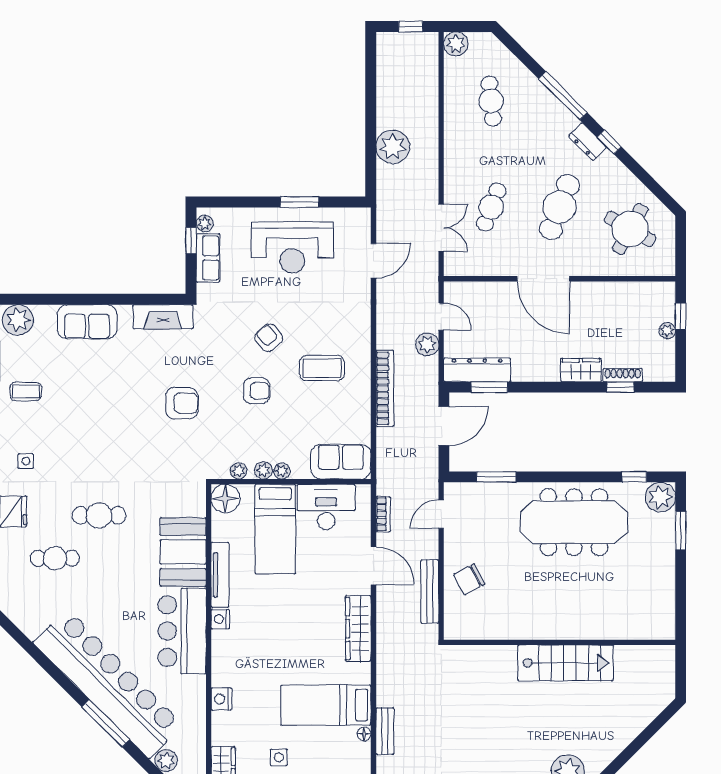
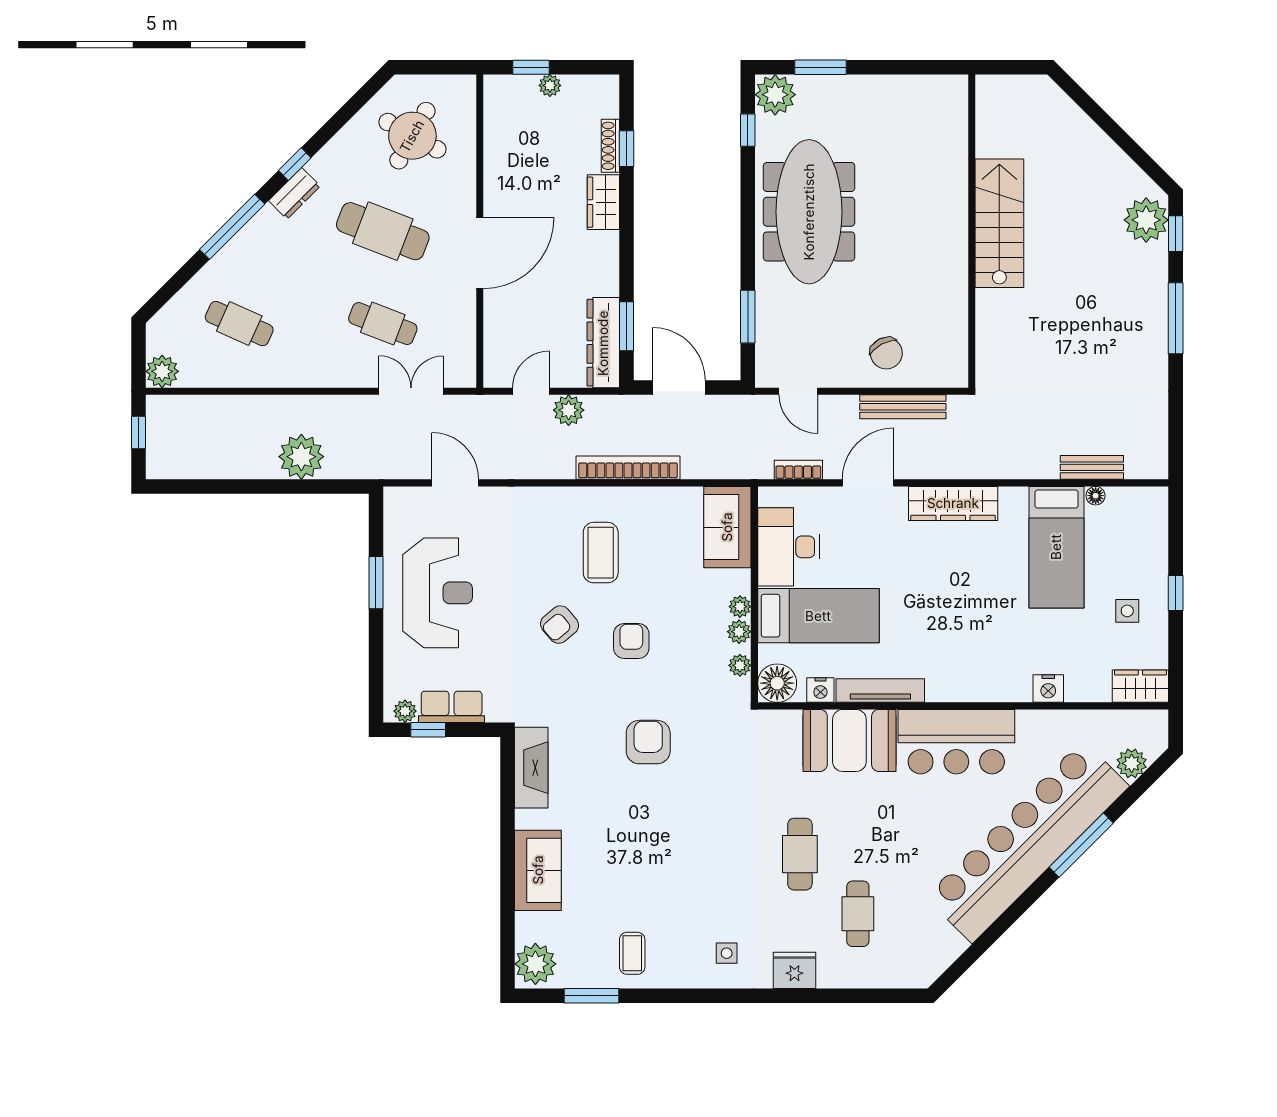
cafe table: (491, 101) -> (239, 324), turned 30
nightstand: (220, 619) -> (820, 690), moved

